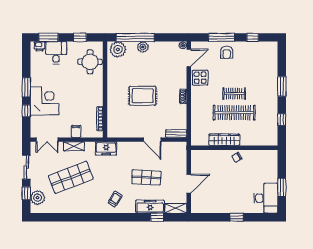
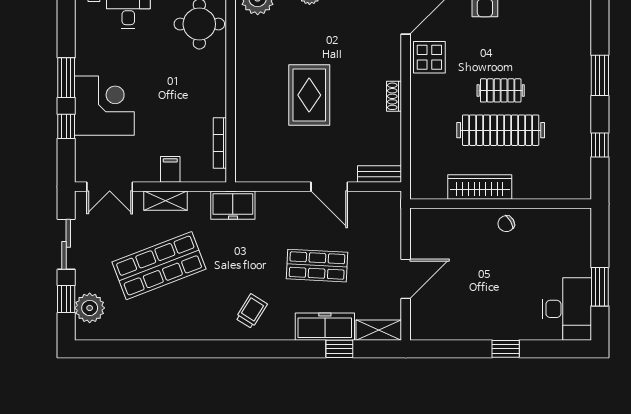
rug: (143, 96) -> (309, 95), turned 90

